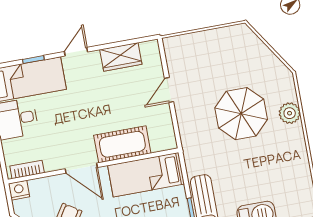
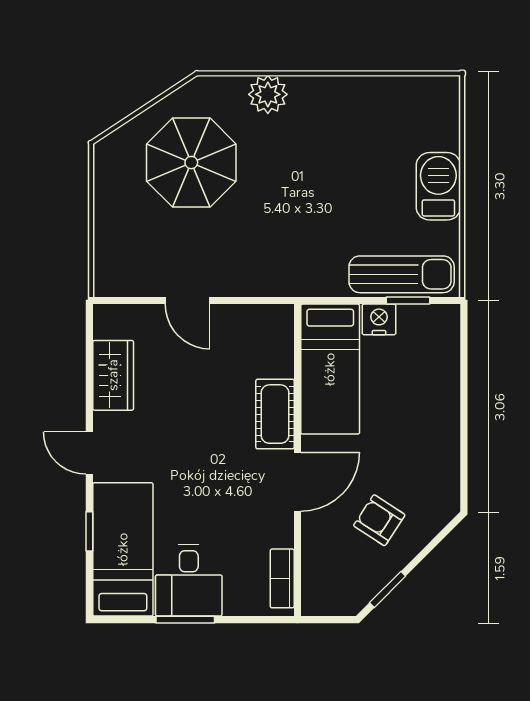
parasol: (241, 114) -> (191, 163), moved
cot: (122, 144) -> (275, 414), width x0.73, depth x0.75
nightstand: (19, 190) -> (379, 319), moved, turned 90

